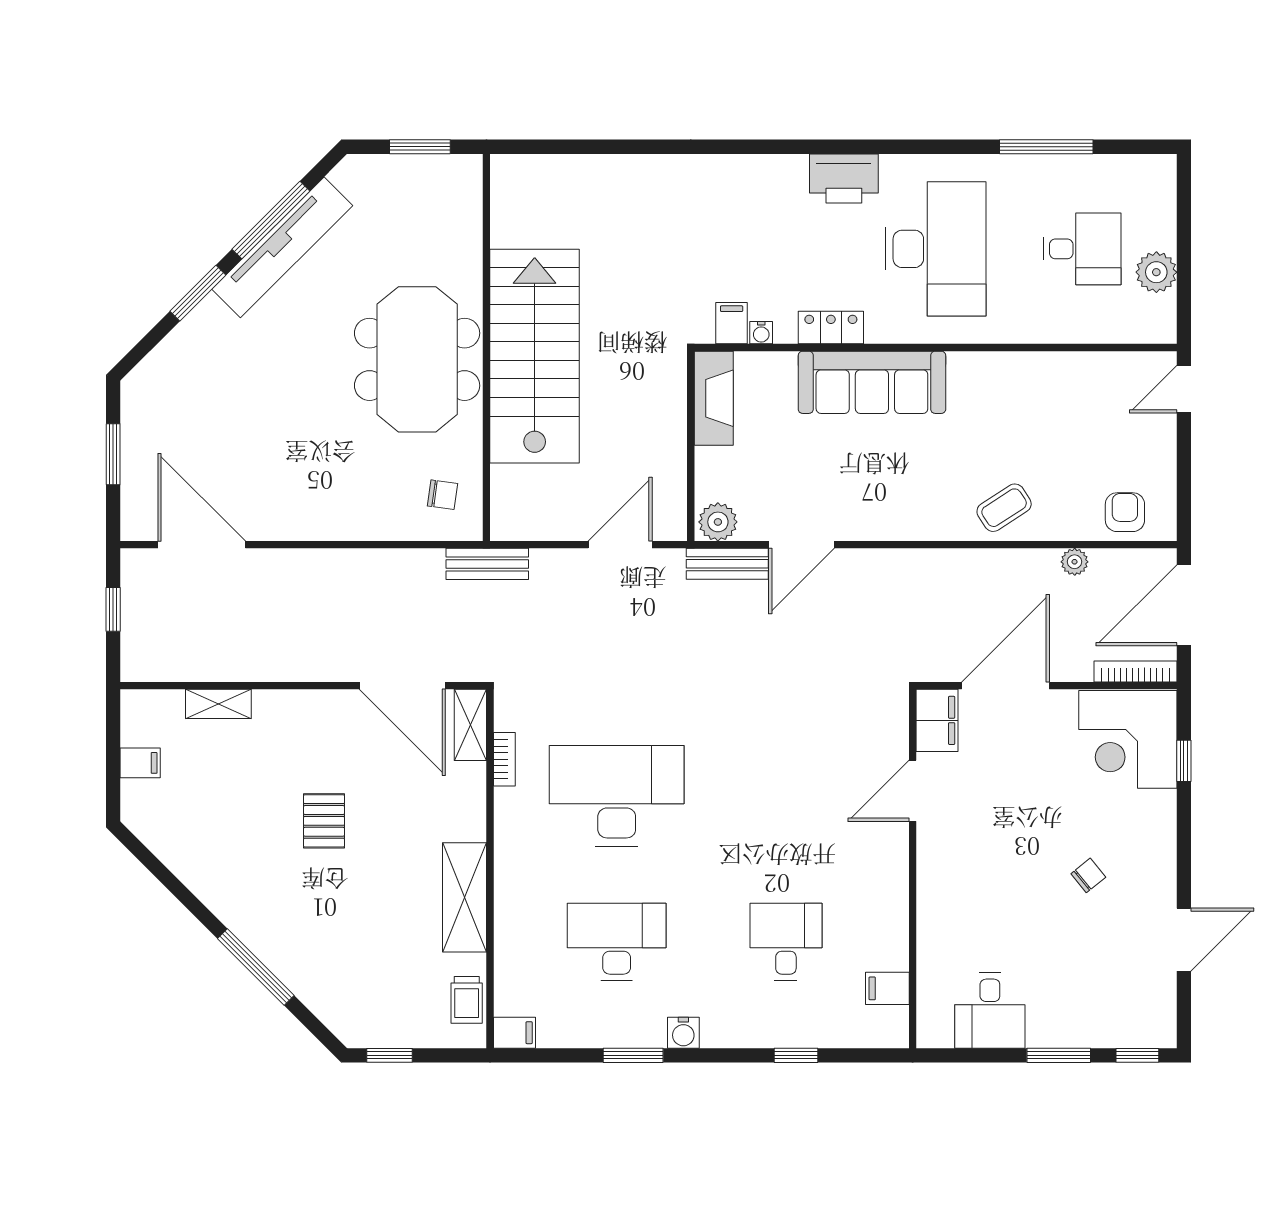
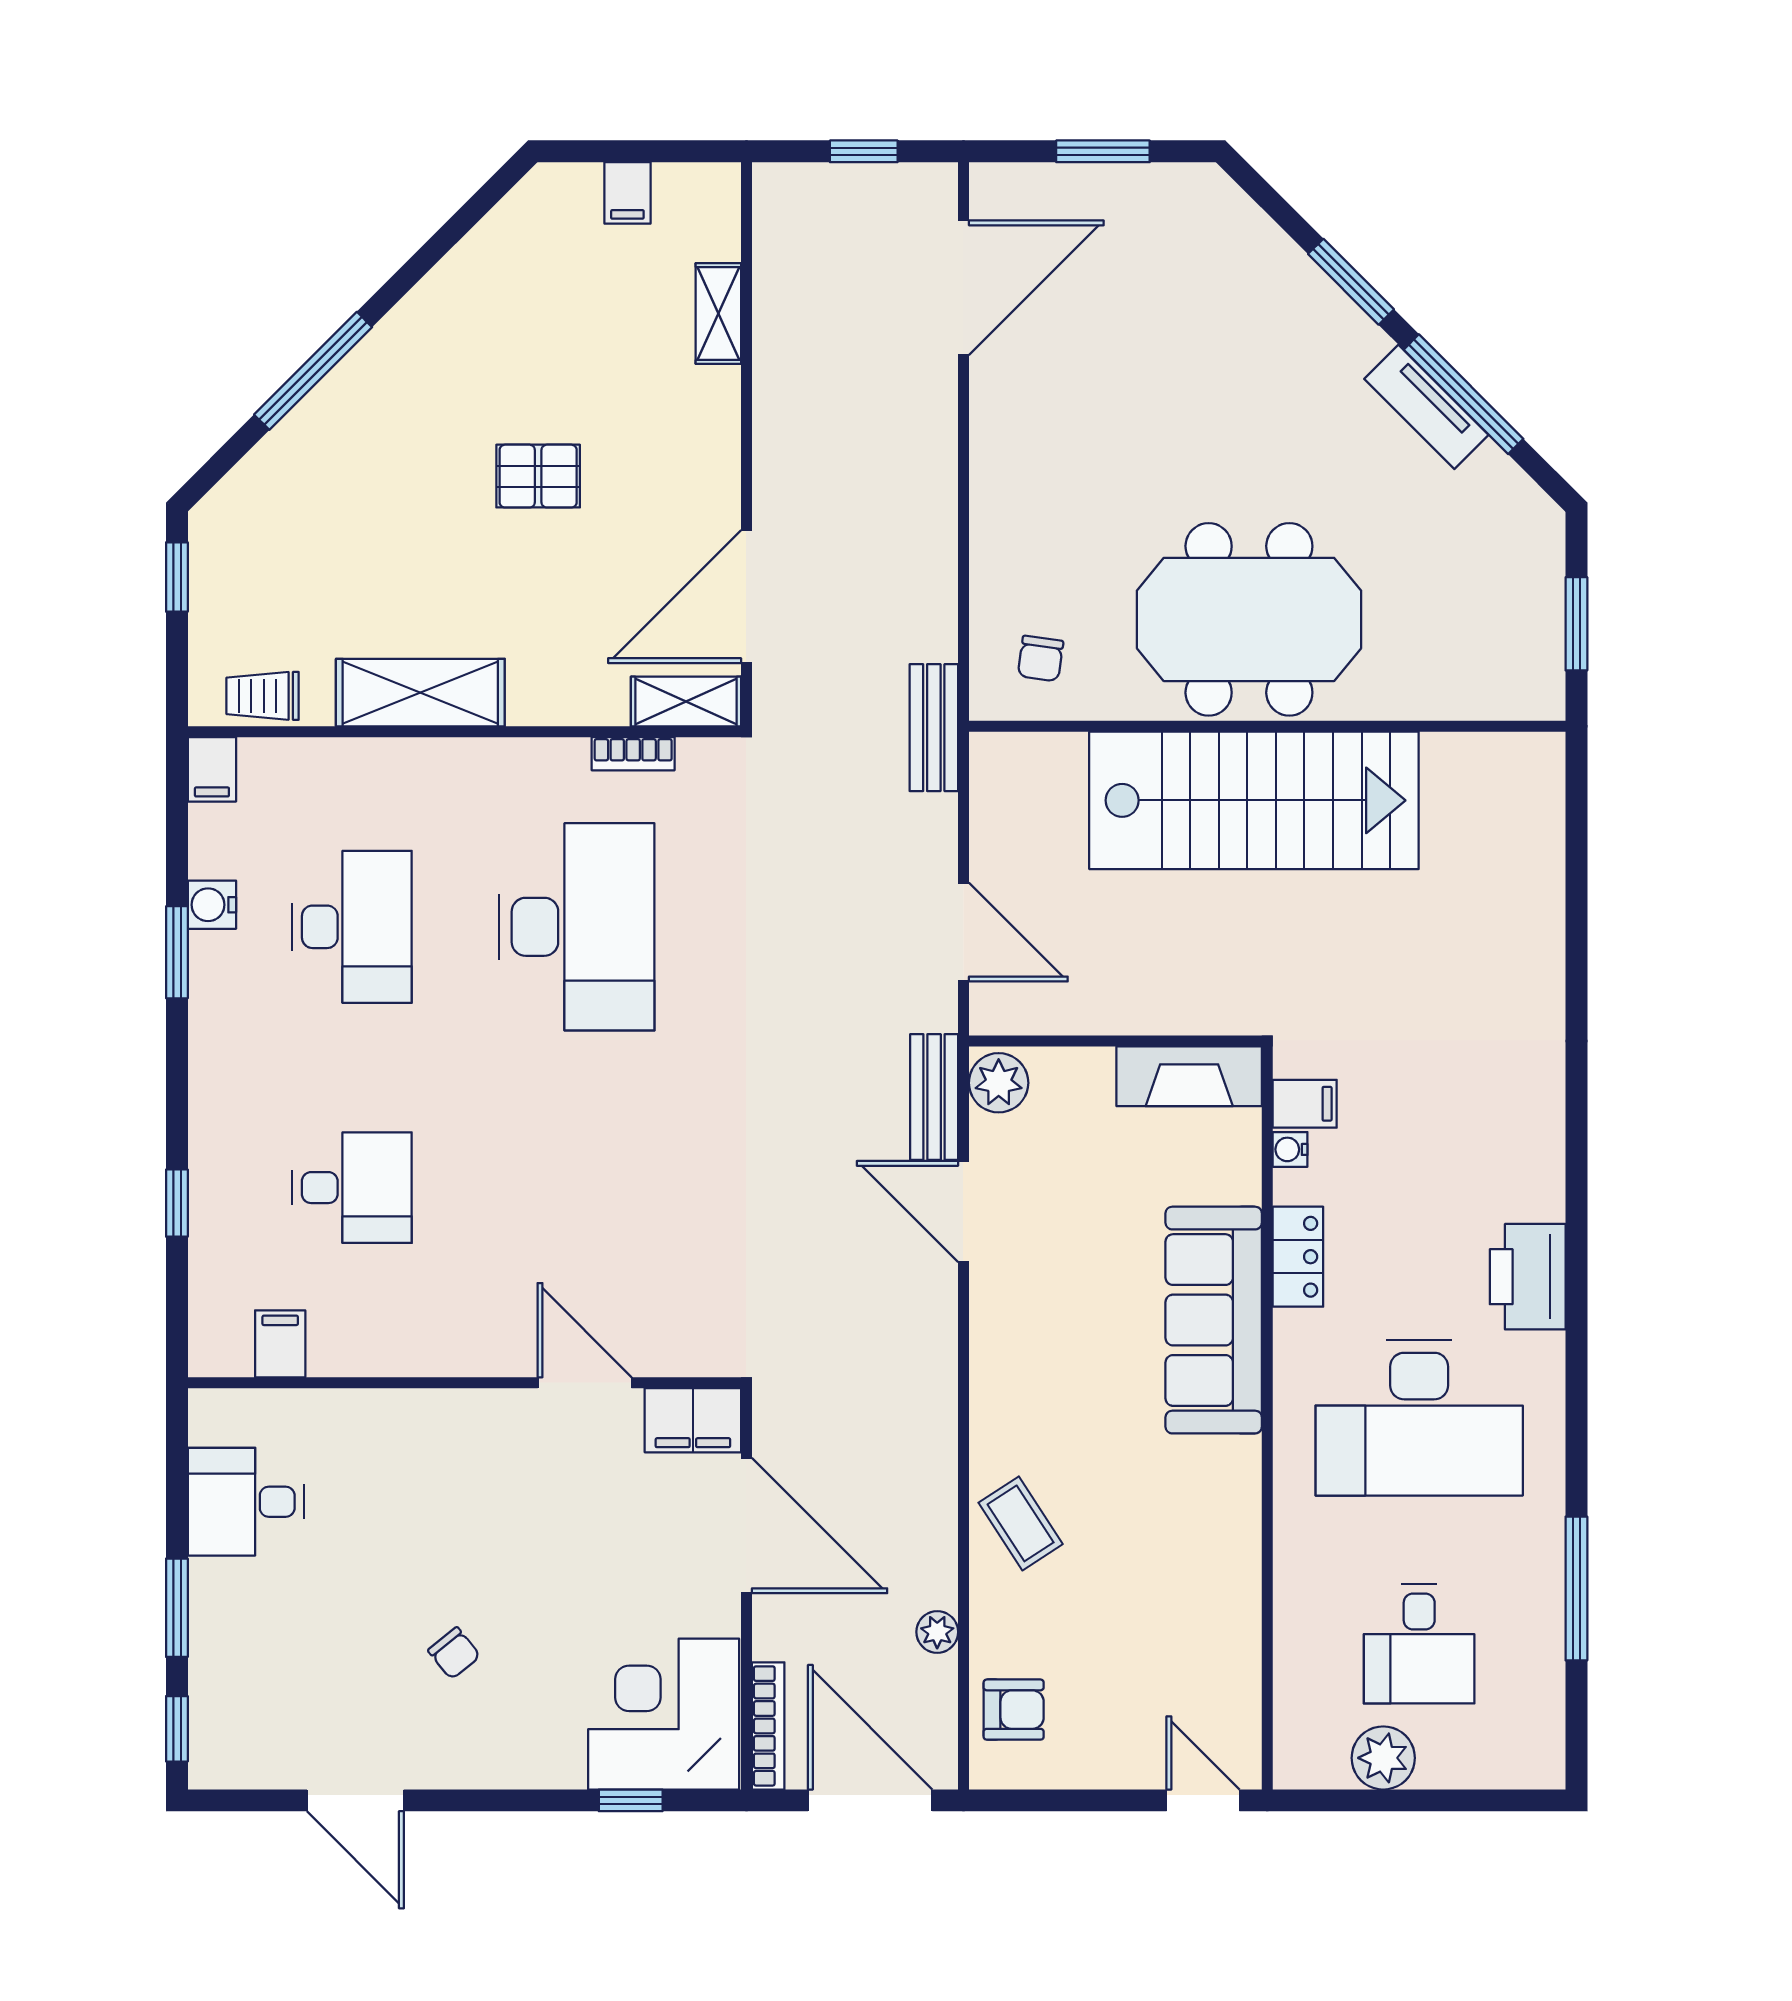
tv unit: (282, 247) -> (1426, 407), width x0.52, depth x0.78
water cooler: (683, 1033) -> (212, 905), moved

